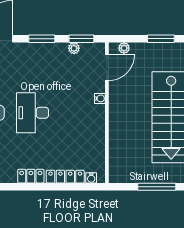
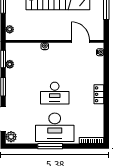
door: (107, 68) -> (80, 41), moved
locker: (65, 177) -> (99, 70), removed

